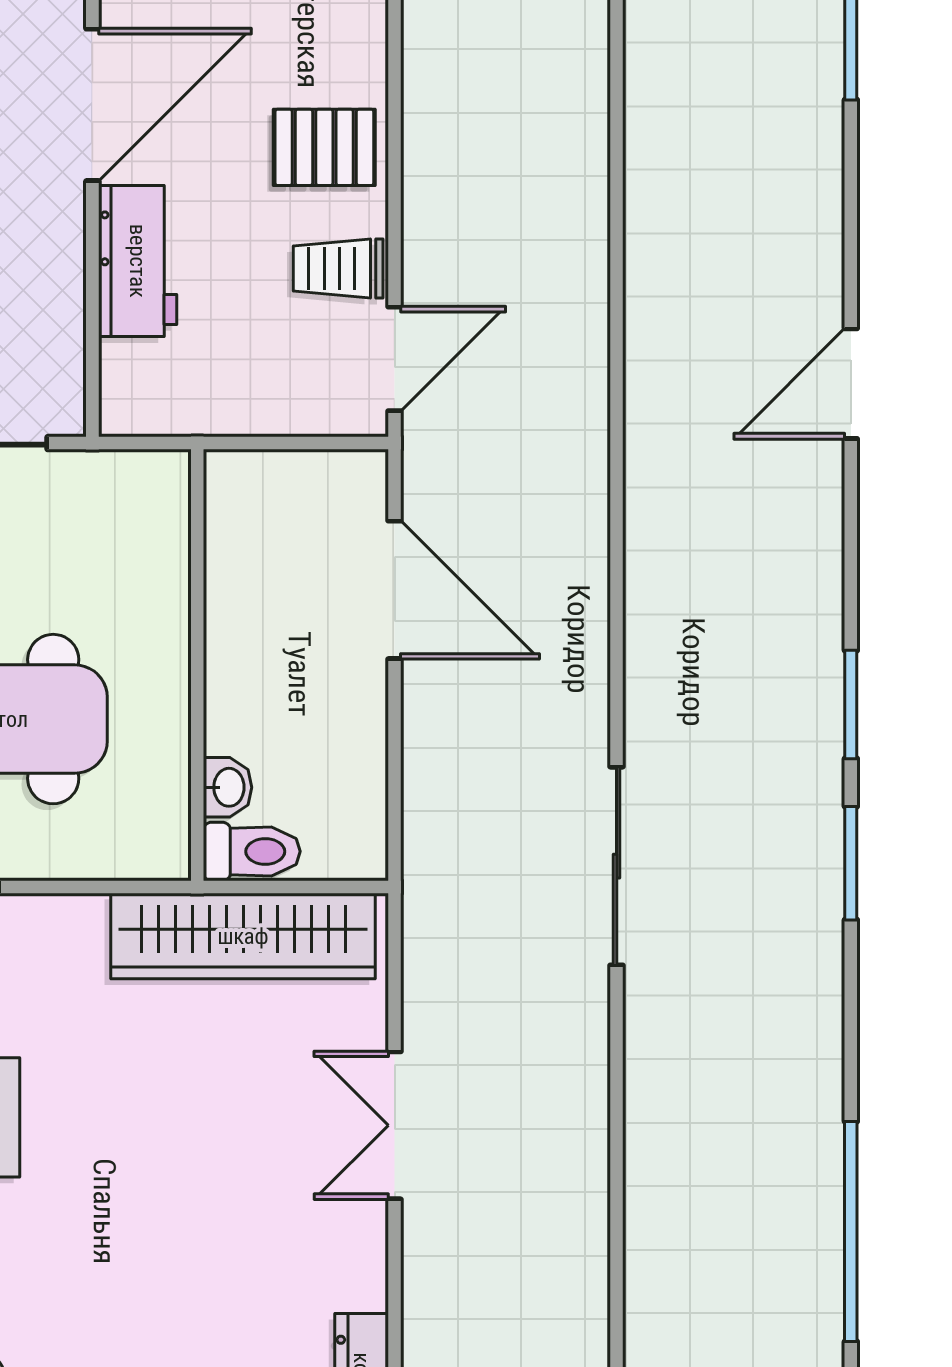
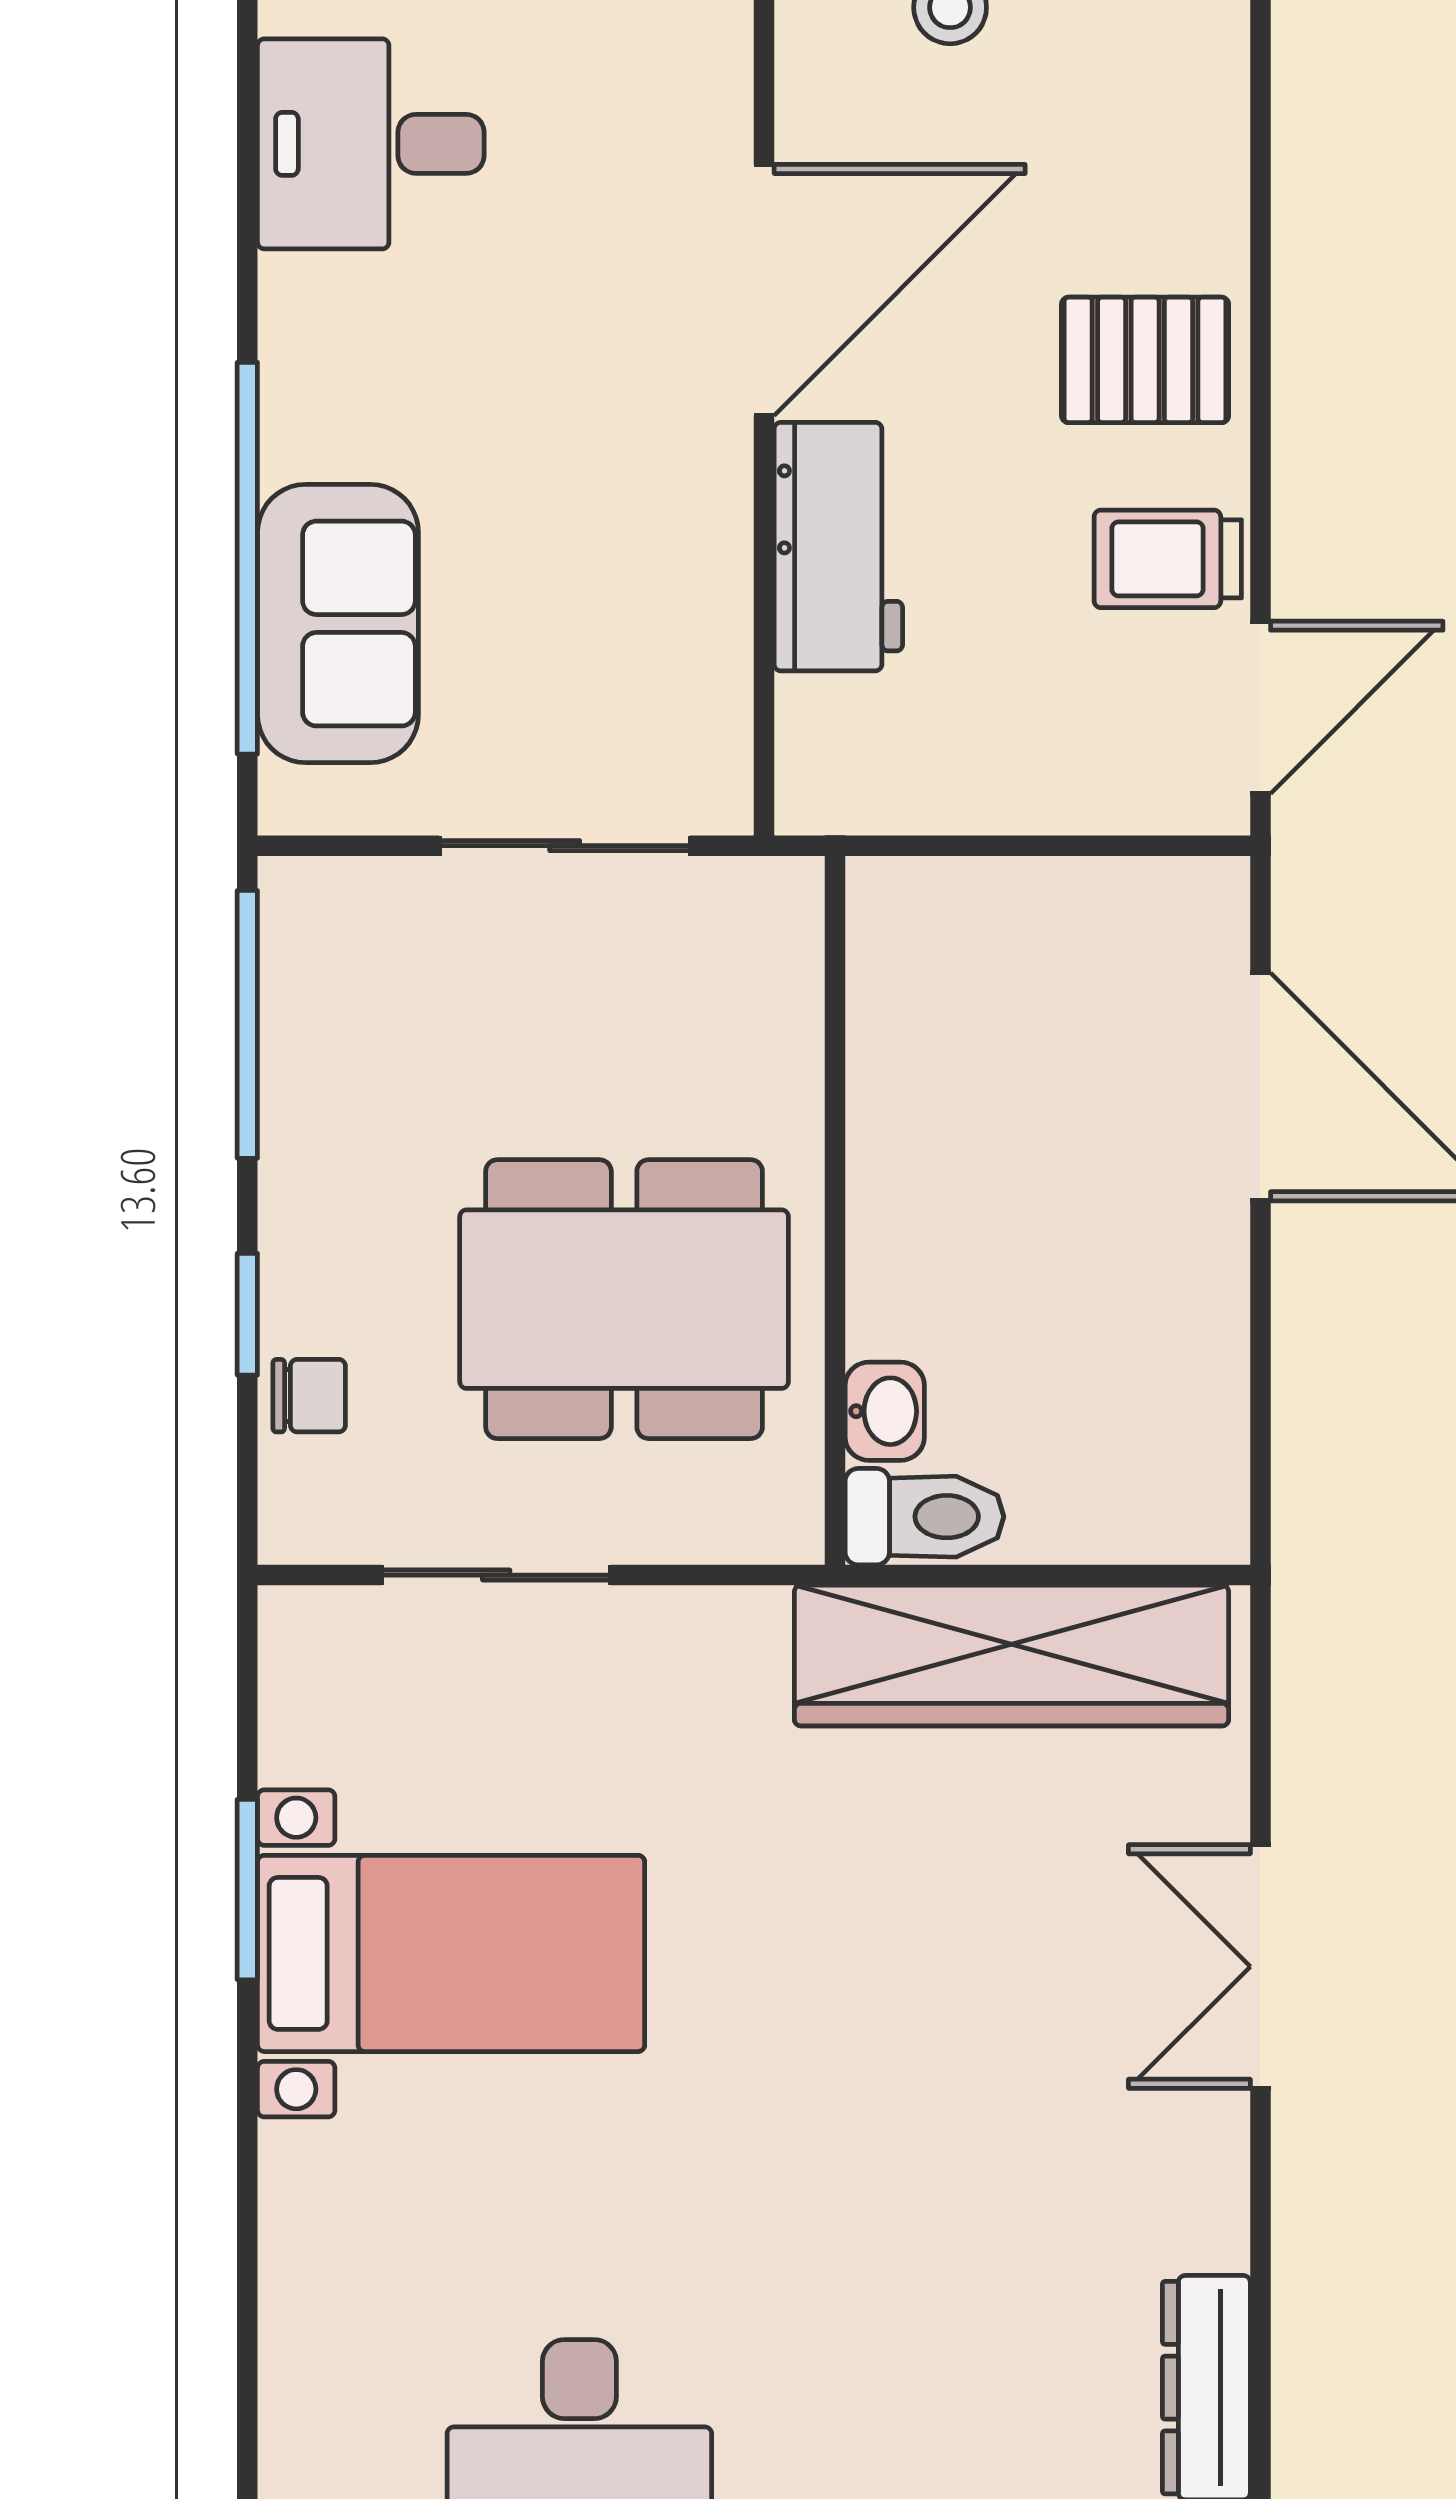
wall: (197, 665) -> (835, 1210), moved
washbasin: (228, 787) -> (885, 1411), moved
toilet: (252, 851) -> (924, 1517), moved

